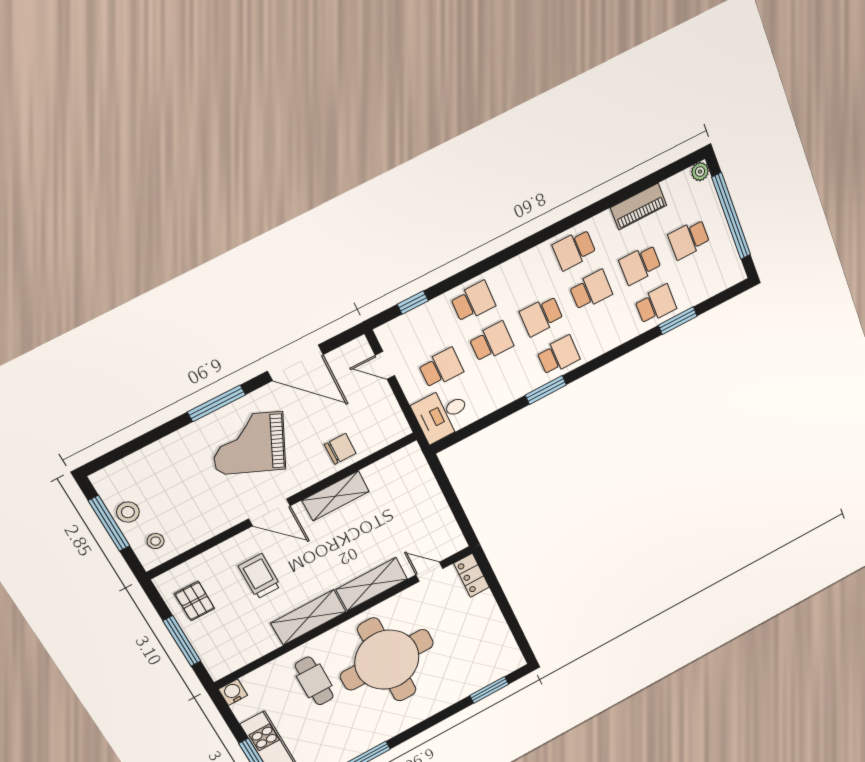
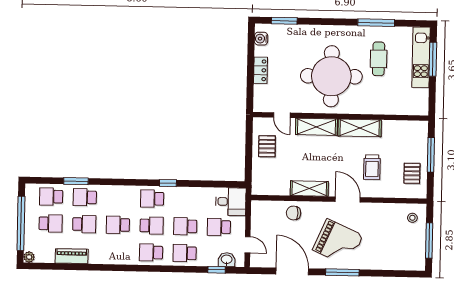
school desk: (574, 250) -> (151, 252), moved, turned 180
school desk: (704, 279) -> (51, 197), added
washbasin: (405, 326) -> (227, 260), added
window: (546, 390) -> (168, 183), width x0.67
stool: (128, 512) -> (417, 241), removed
pallet: (429, 519) -> (267, 146), added
locker: (471, 575) -> (261, 70), moved
cafe table: (314, 681) -> (379, 59), moved
water cooler: (233, 692) -> (261, 39), moved, turned 90

